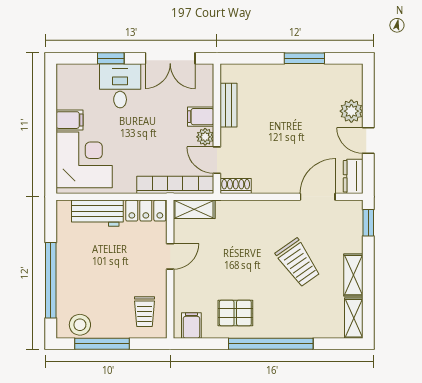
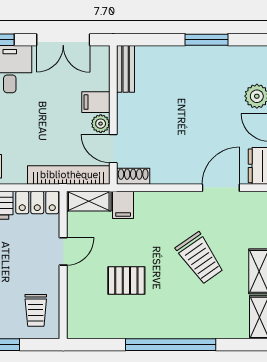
bench: (228, 105) -> (126, 69), moved
pallet: (235, 313) -> (126, 280), moved
filing cabinet: (191, 326) -> (123, 205), moved, turned 180

